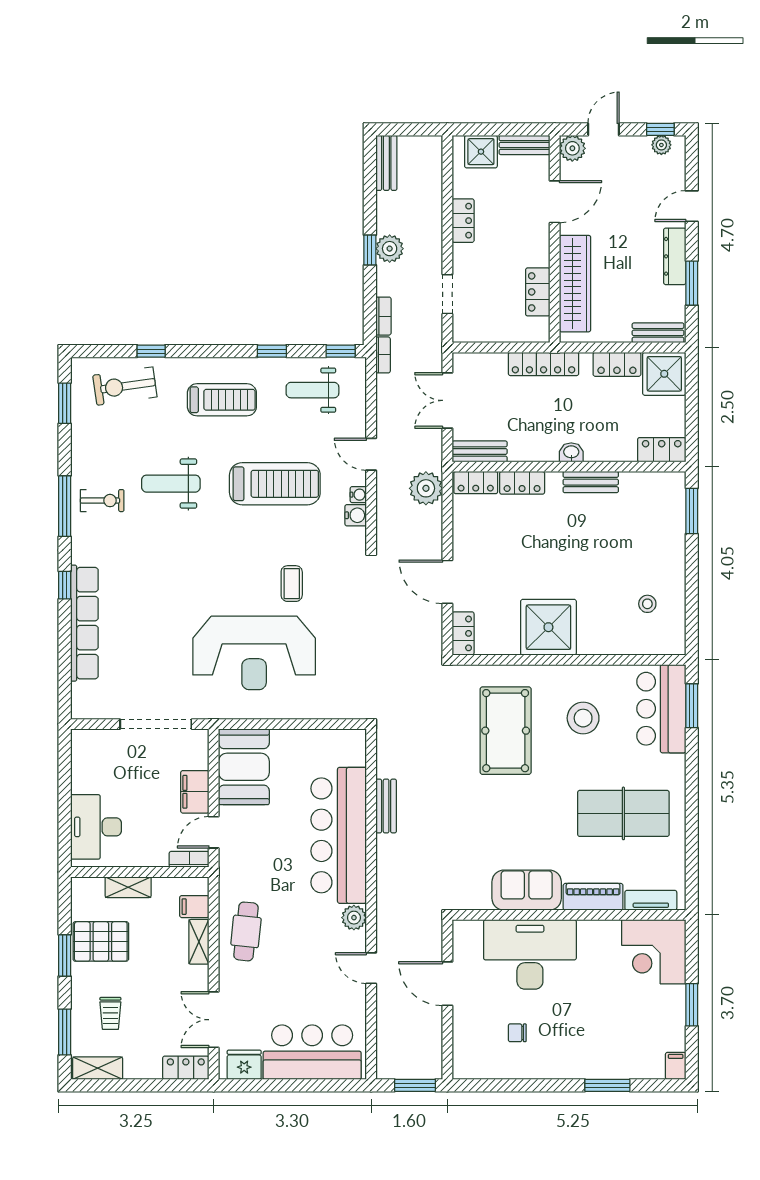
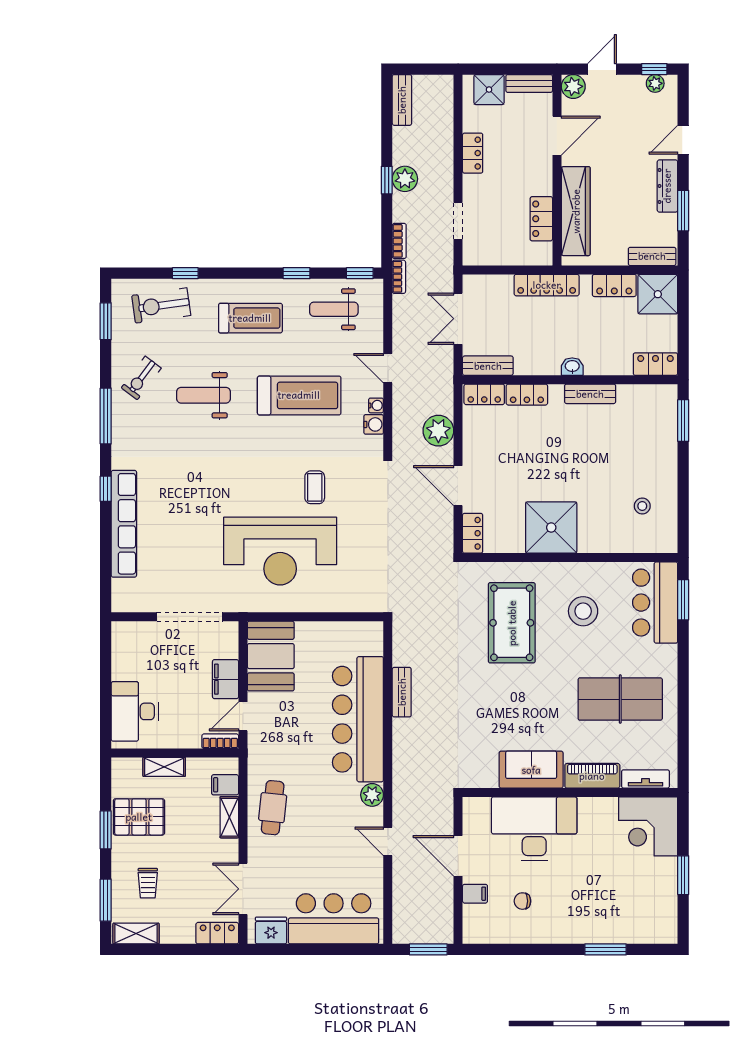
plant: (426, 488) -> (438, 431), moved
exercise bike: (102, 501) -> (141, 378), moved, turned 127
filing cabinet: (676, 1066) -> (475, 894), moved, turned 90

